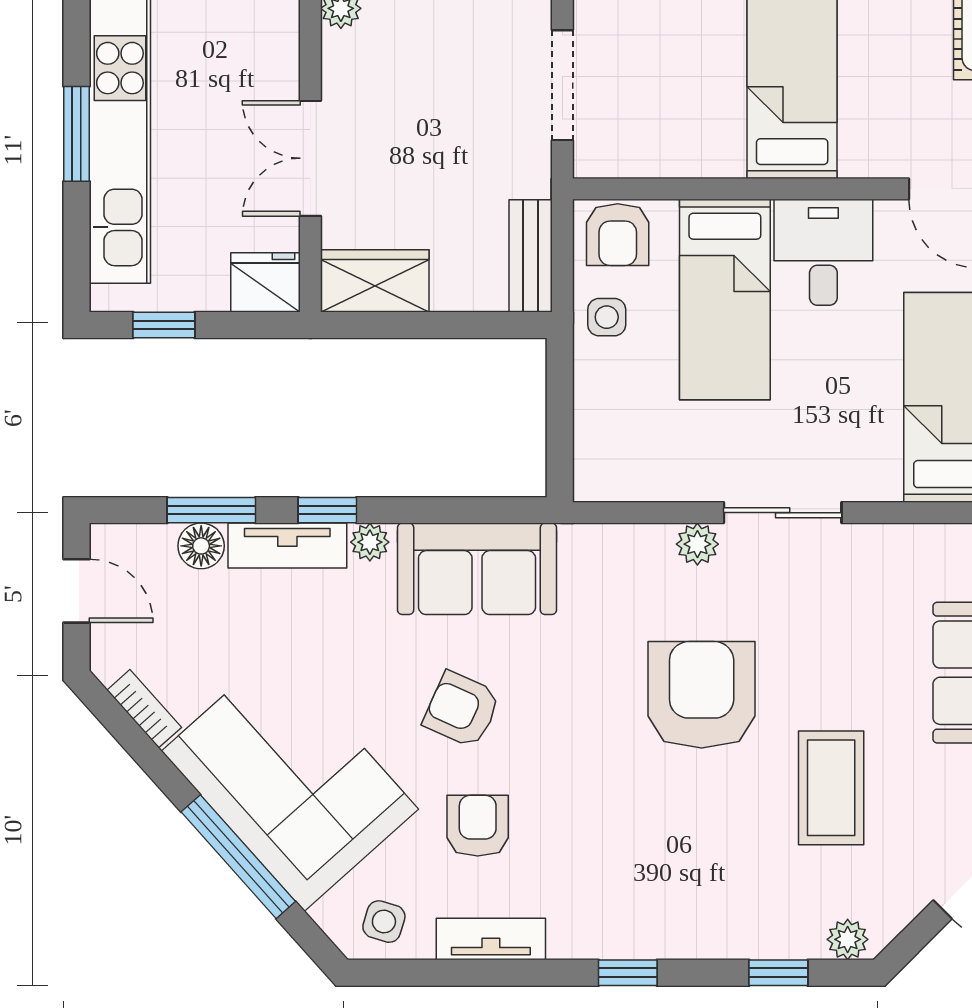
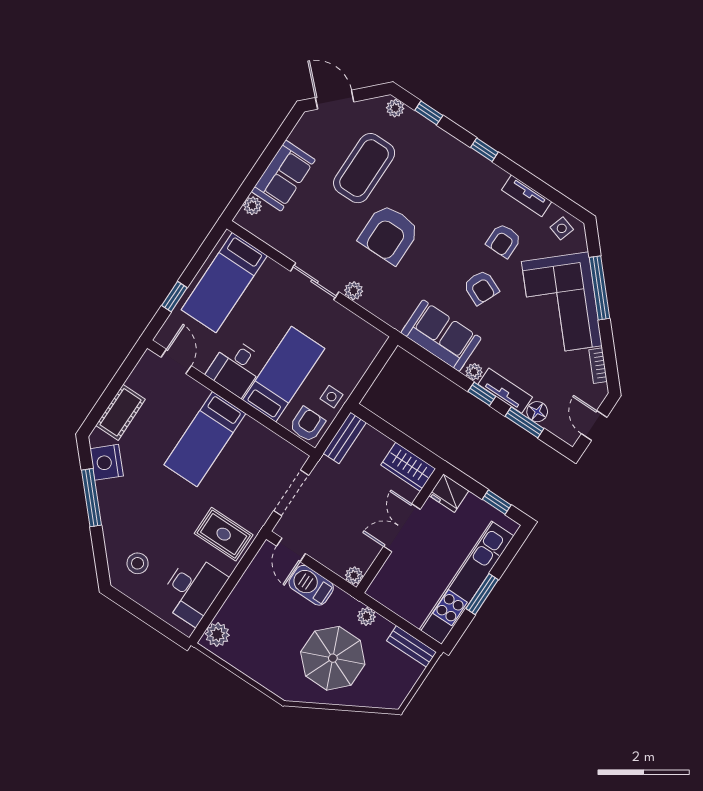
double door: (310, 158) -> (402, 528), swing flipped
coffee table: (831, 788) -> (364, 168), width x1.36, depth x1.32

